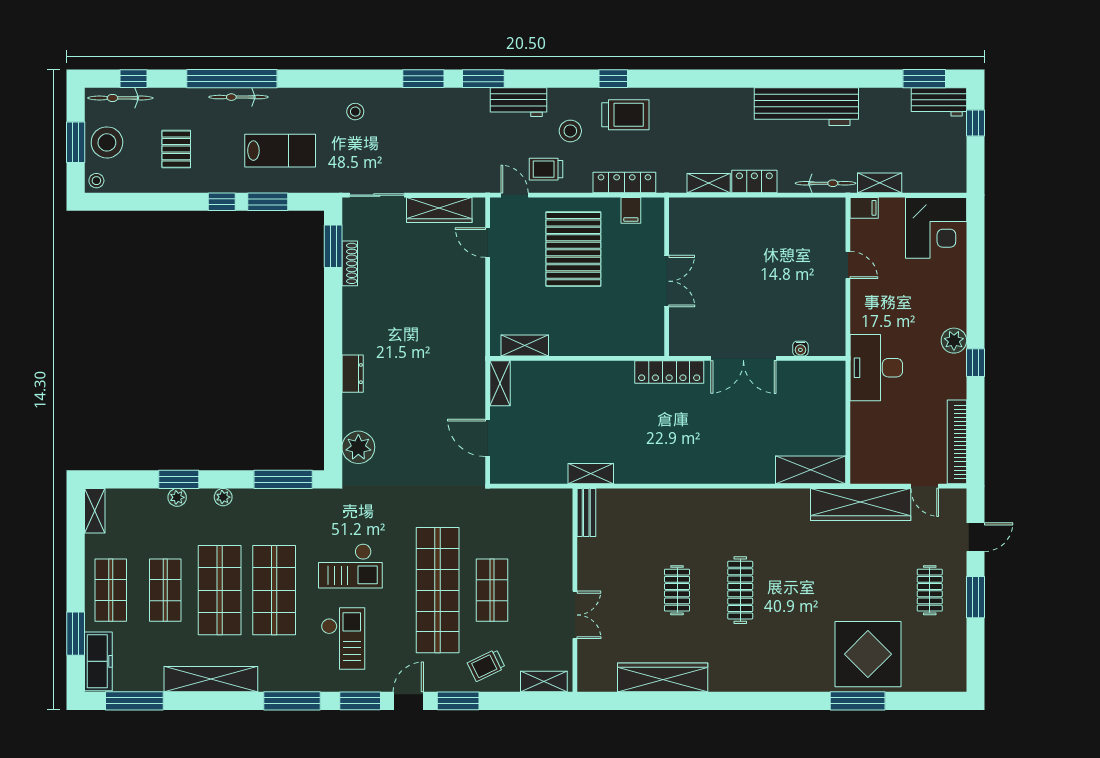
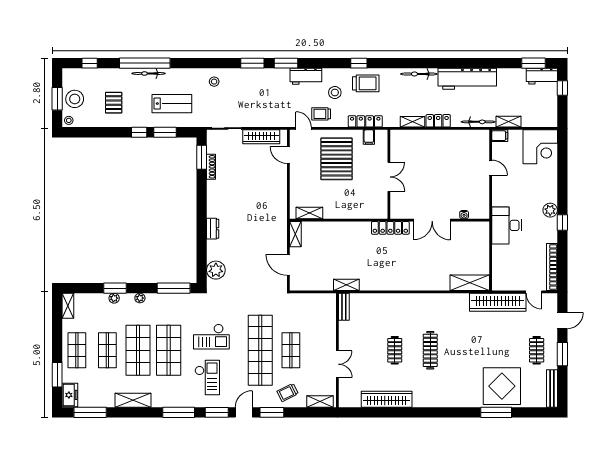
bicycle: (120, 98) -> (419, 74), moved
bench: (957, 658) -> (552, 389), added
freezer: (98, 661) -> (70, 395), width x0.71
shelving: (211, 679) -> (133, 400), width x0.68

